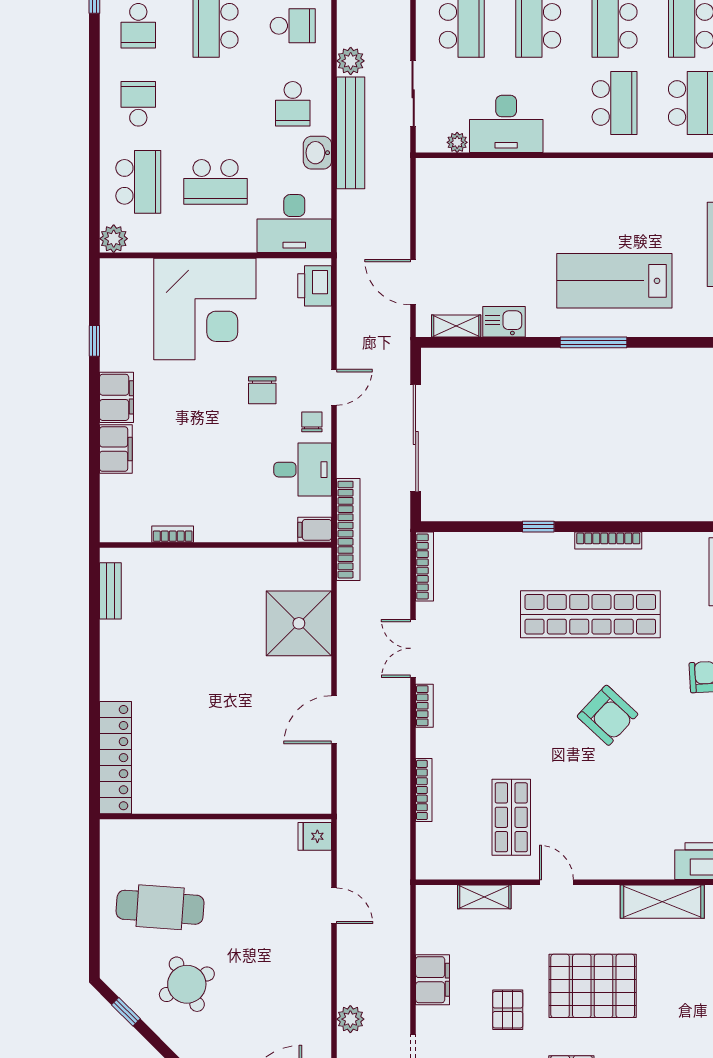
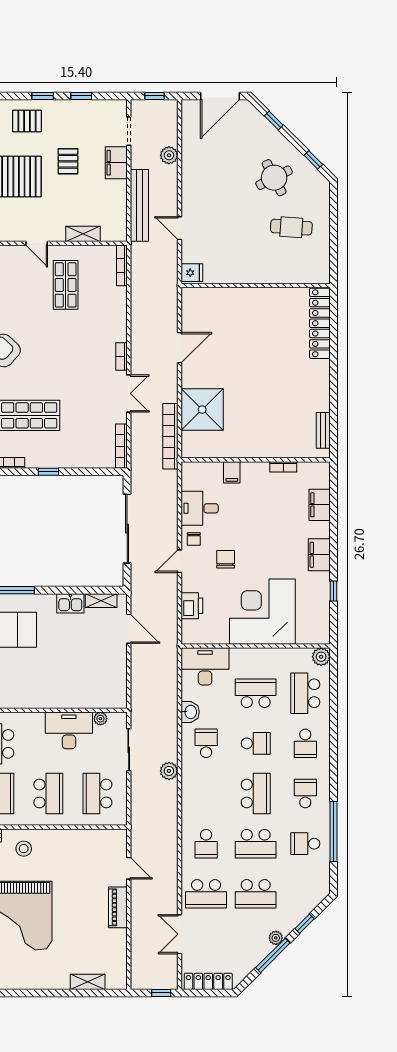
school desk: (293, 26) -> (256, 743), moved, turned 180
bench: (351, 133) -> (139, 205), moved
printer: (315, 286) -> (192, 606), moved
filing cabinet: (116, 449) -> (320, 505), moved
filing cabinet: (315, 530) -> (232, 472), moved, turned 90
bookcase: (348, 530) -> (170, 436), moved
bookcase: (424, 790) -> (122, 266), moved
cafe table: (160, 907) -> (291, 227), width x0.73, depth x0.74
filing cabinet: (432, 980) -> (116, 163), moved

